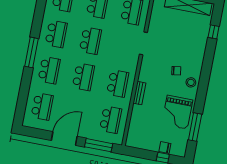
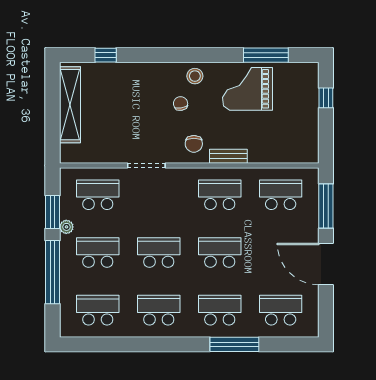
window: (32, 52) -> (234, 344), moved
grand piano: (177, 112) -> (248, 89), turned 180
chair: (165, 148) -> (194, 144), moved

